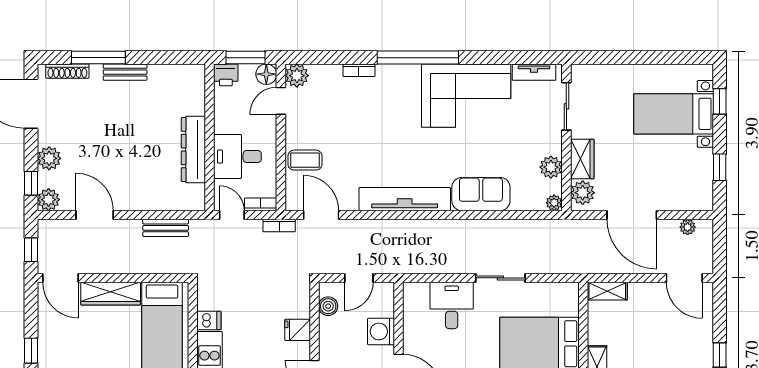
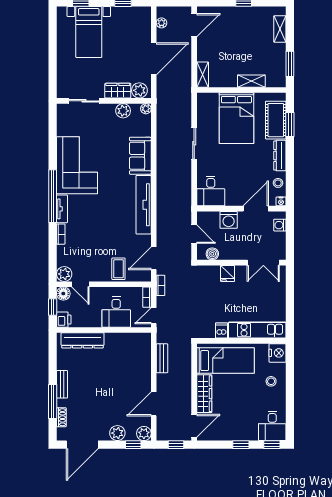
window: (245, 58) -> (53, 307), width x0.67
shoe rack: (67, 71) -> (61, 417), width x0.70
tv unit: (534, 72) -> (62, 209), moved
dresser: (193, 149) -> (83, 340), moved
desk: (452, 305) -> (211, 191), moved, turned -90

